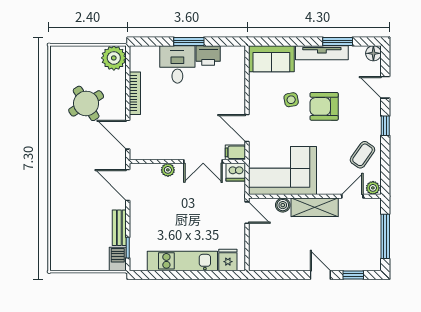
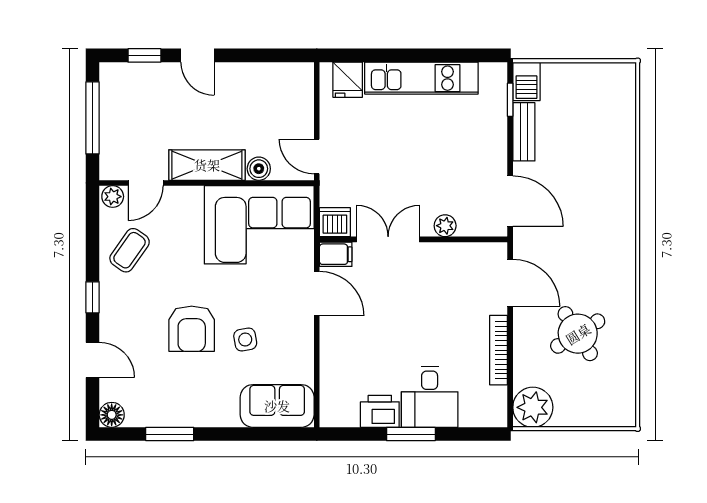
tv unit: (322, 53) -> (195, 416), removed
armchair: (324, 106) -> (192, 329), turned 90

